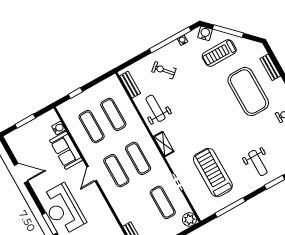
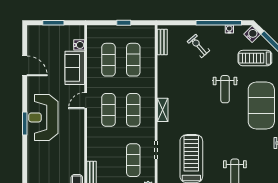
window: (75, 93) -> (124, 23), moved
weight bench: (155, 108) -> (225, 89), moved, turned 180

